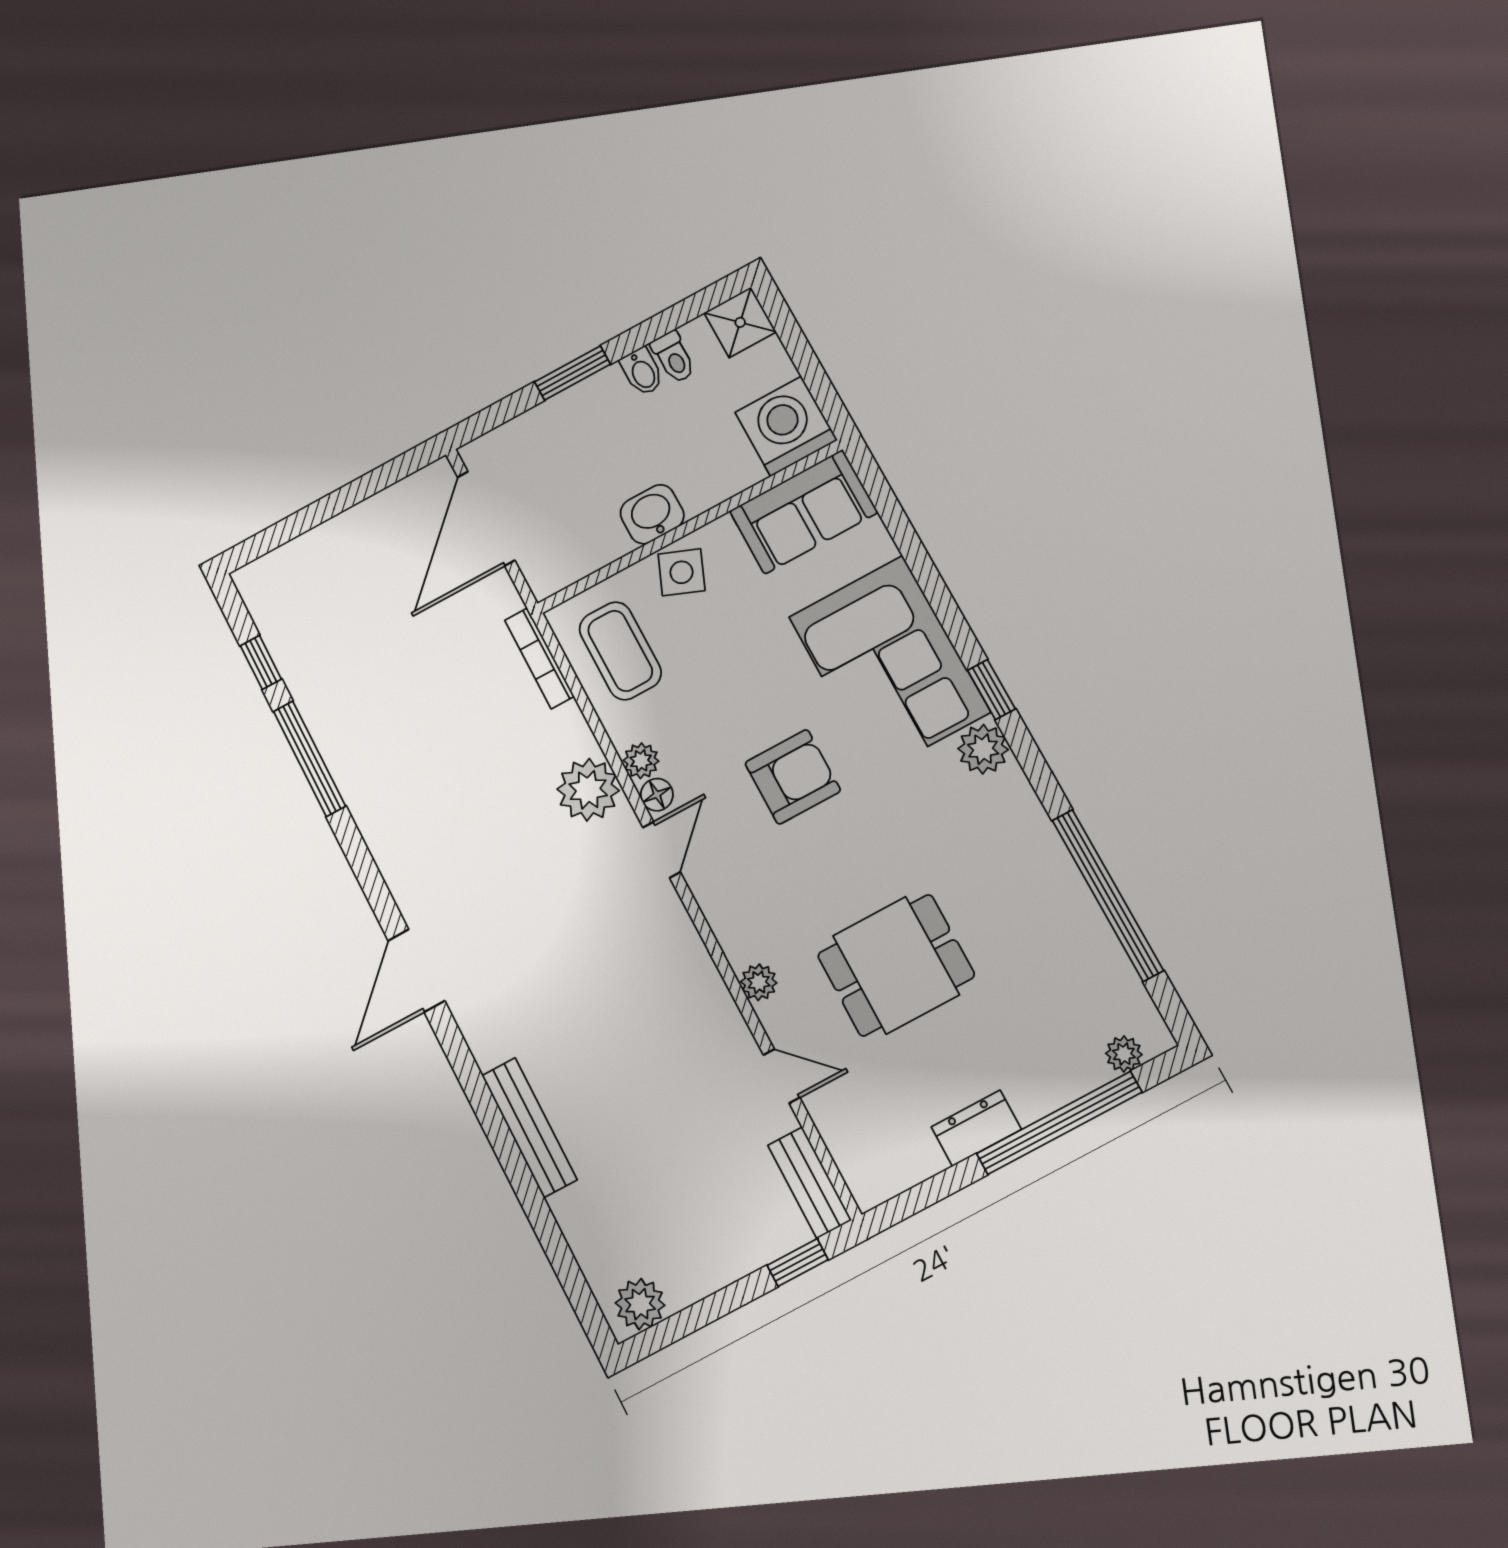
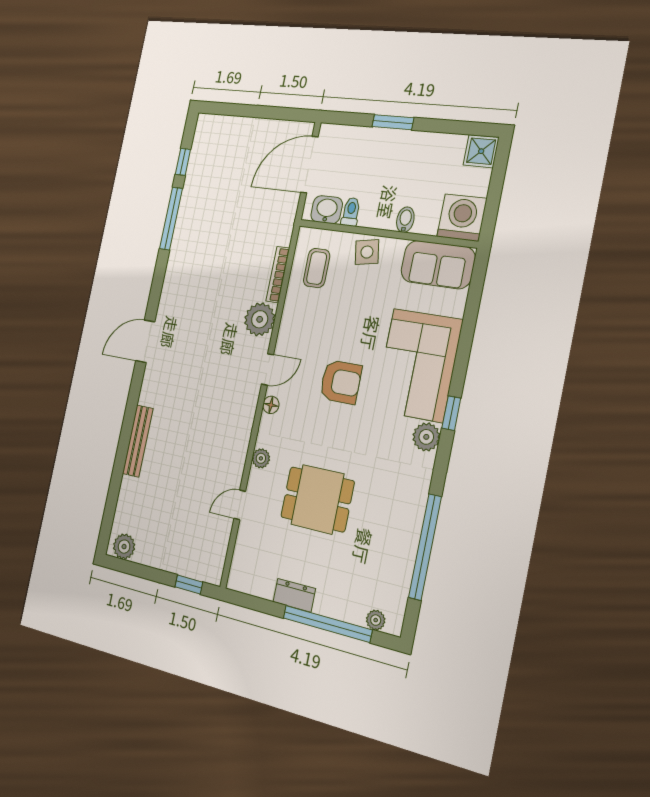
toilet: (674, 357) -> (351, 212), moved, turned 180
bidet: (642, 372) -> (405, 220), moved, turned 180
washbasin: (652, 514) -> (327, 210), moved
side table: (681, 572) -> (367, 252), turned -32
coffee table: (620, 651) -> (317, 268), width x0.73, depth x0.77
bookcase: (539, 658) -> (278, 275), moved
plant: (641, 761) -> (288, 324), removed
floor lamp: (657, 795) -> (271, 405), moved
door: (782, 1076) -> (240, 505), swing flipped
bench: (810, 1183) -> (217, 557), removed

